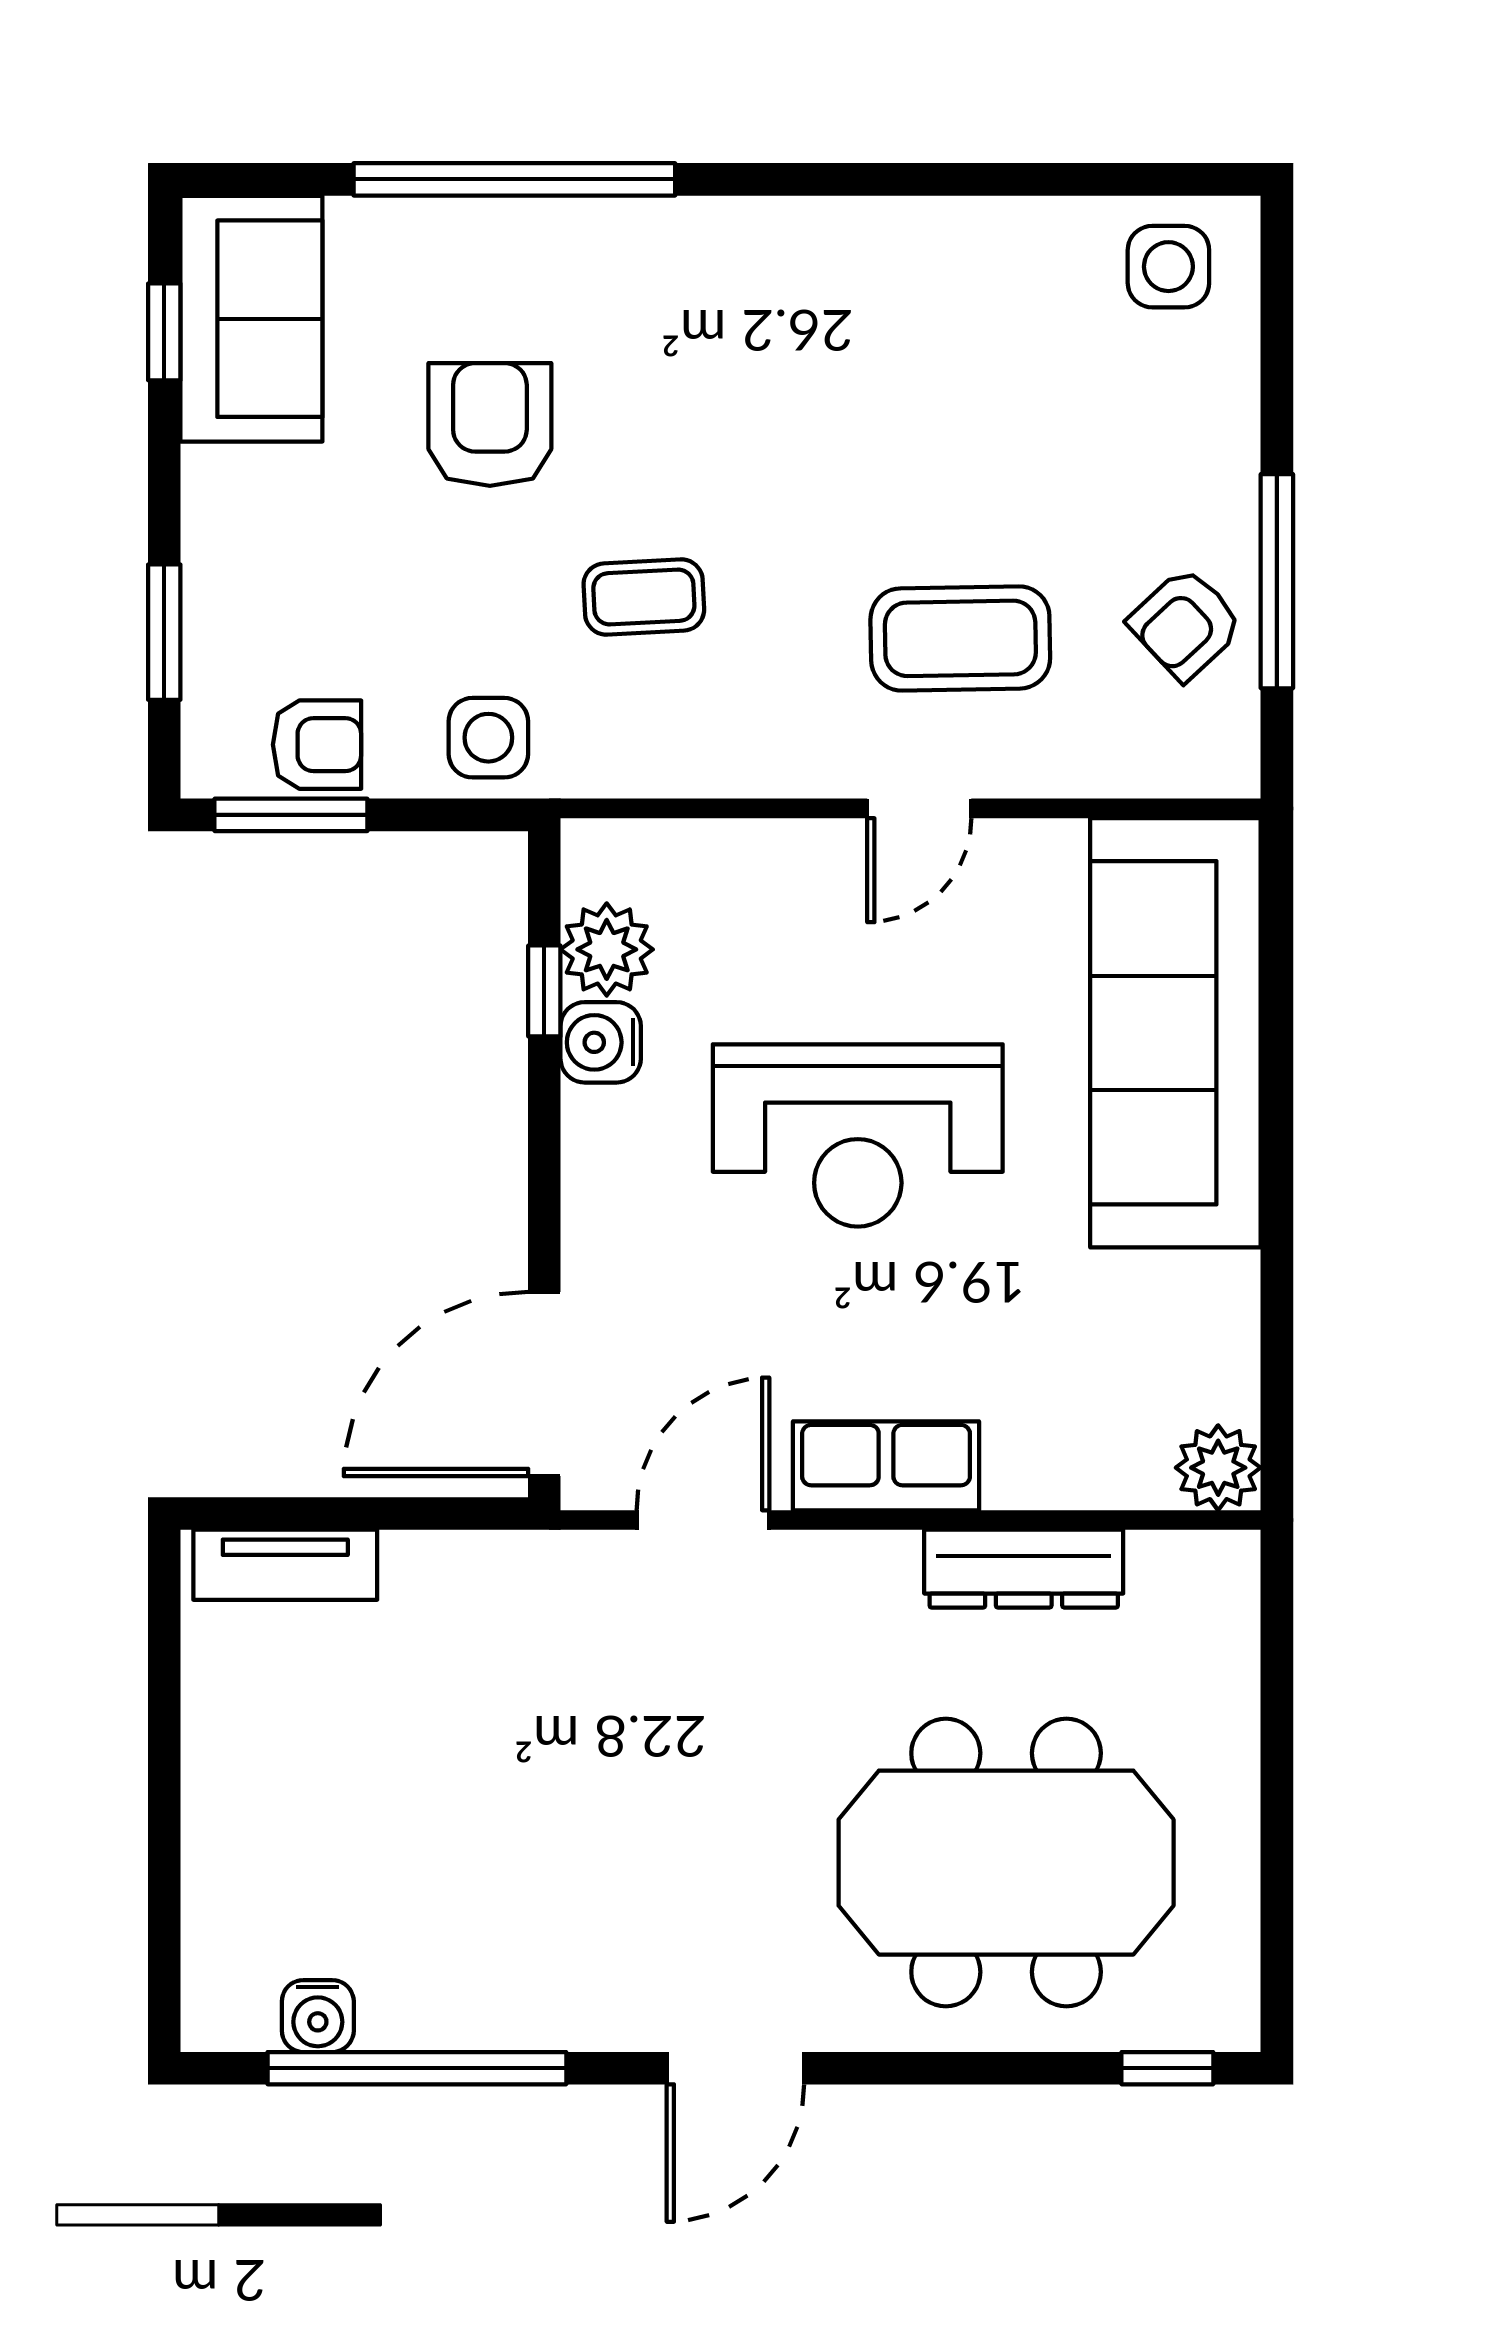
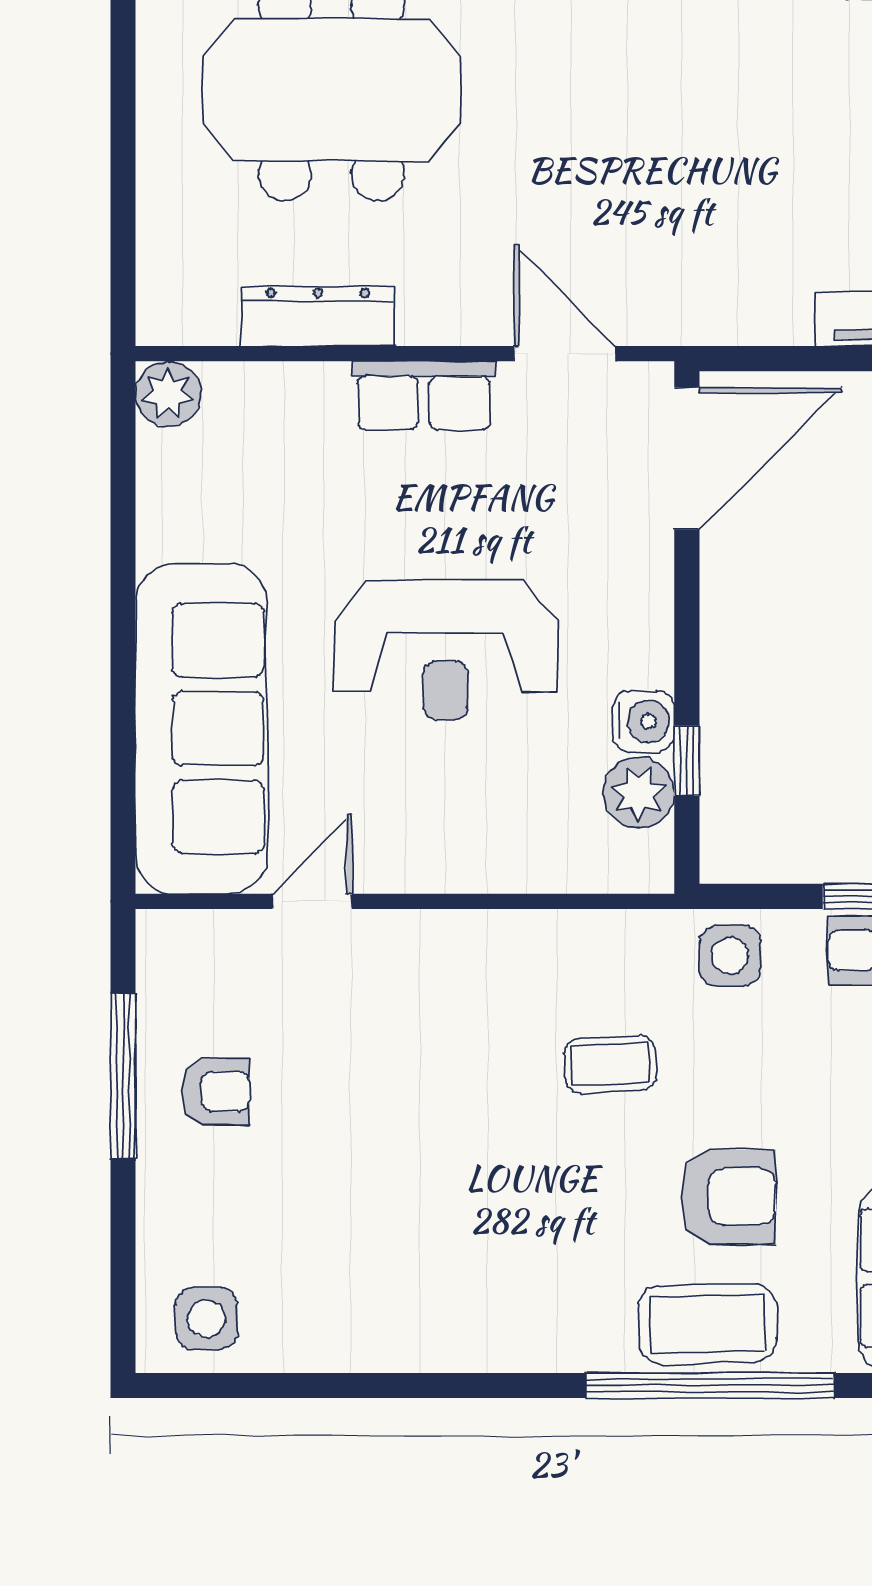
armchair: (490, 425) -> (729, 1197), turned -90
armchair: (1186, 624) -> (216, 1091), moved, turned 43
coffee table: (960, 638) -> (707, 1324), moved
door: (919, 808) -> (312, 901), moved
reception desk: (858, 1135) -> (446, 650), turned 180
door: (703, 1520) -> (565, 354), swing flipped

